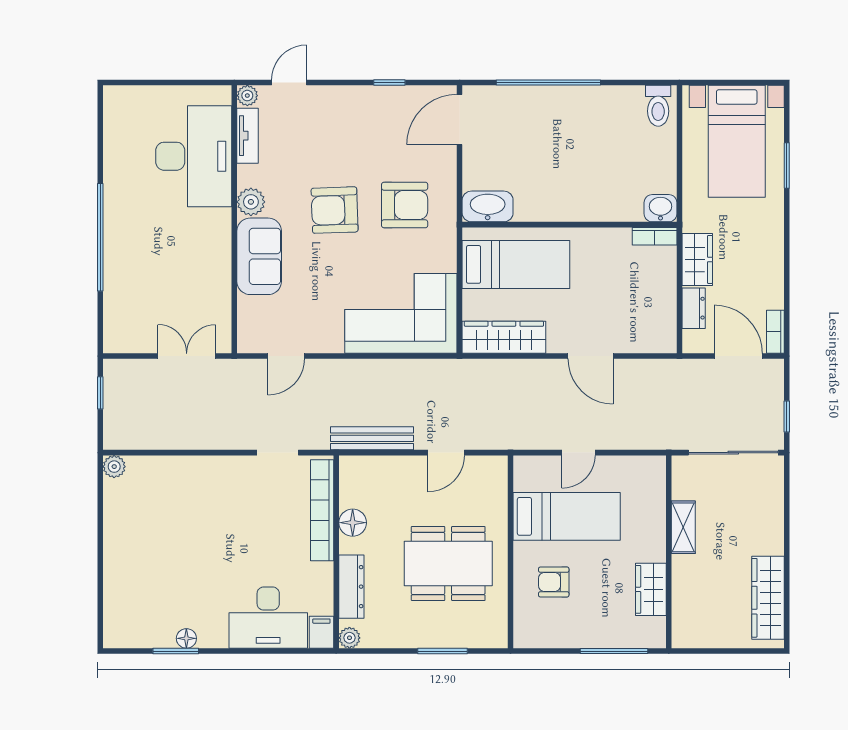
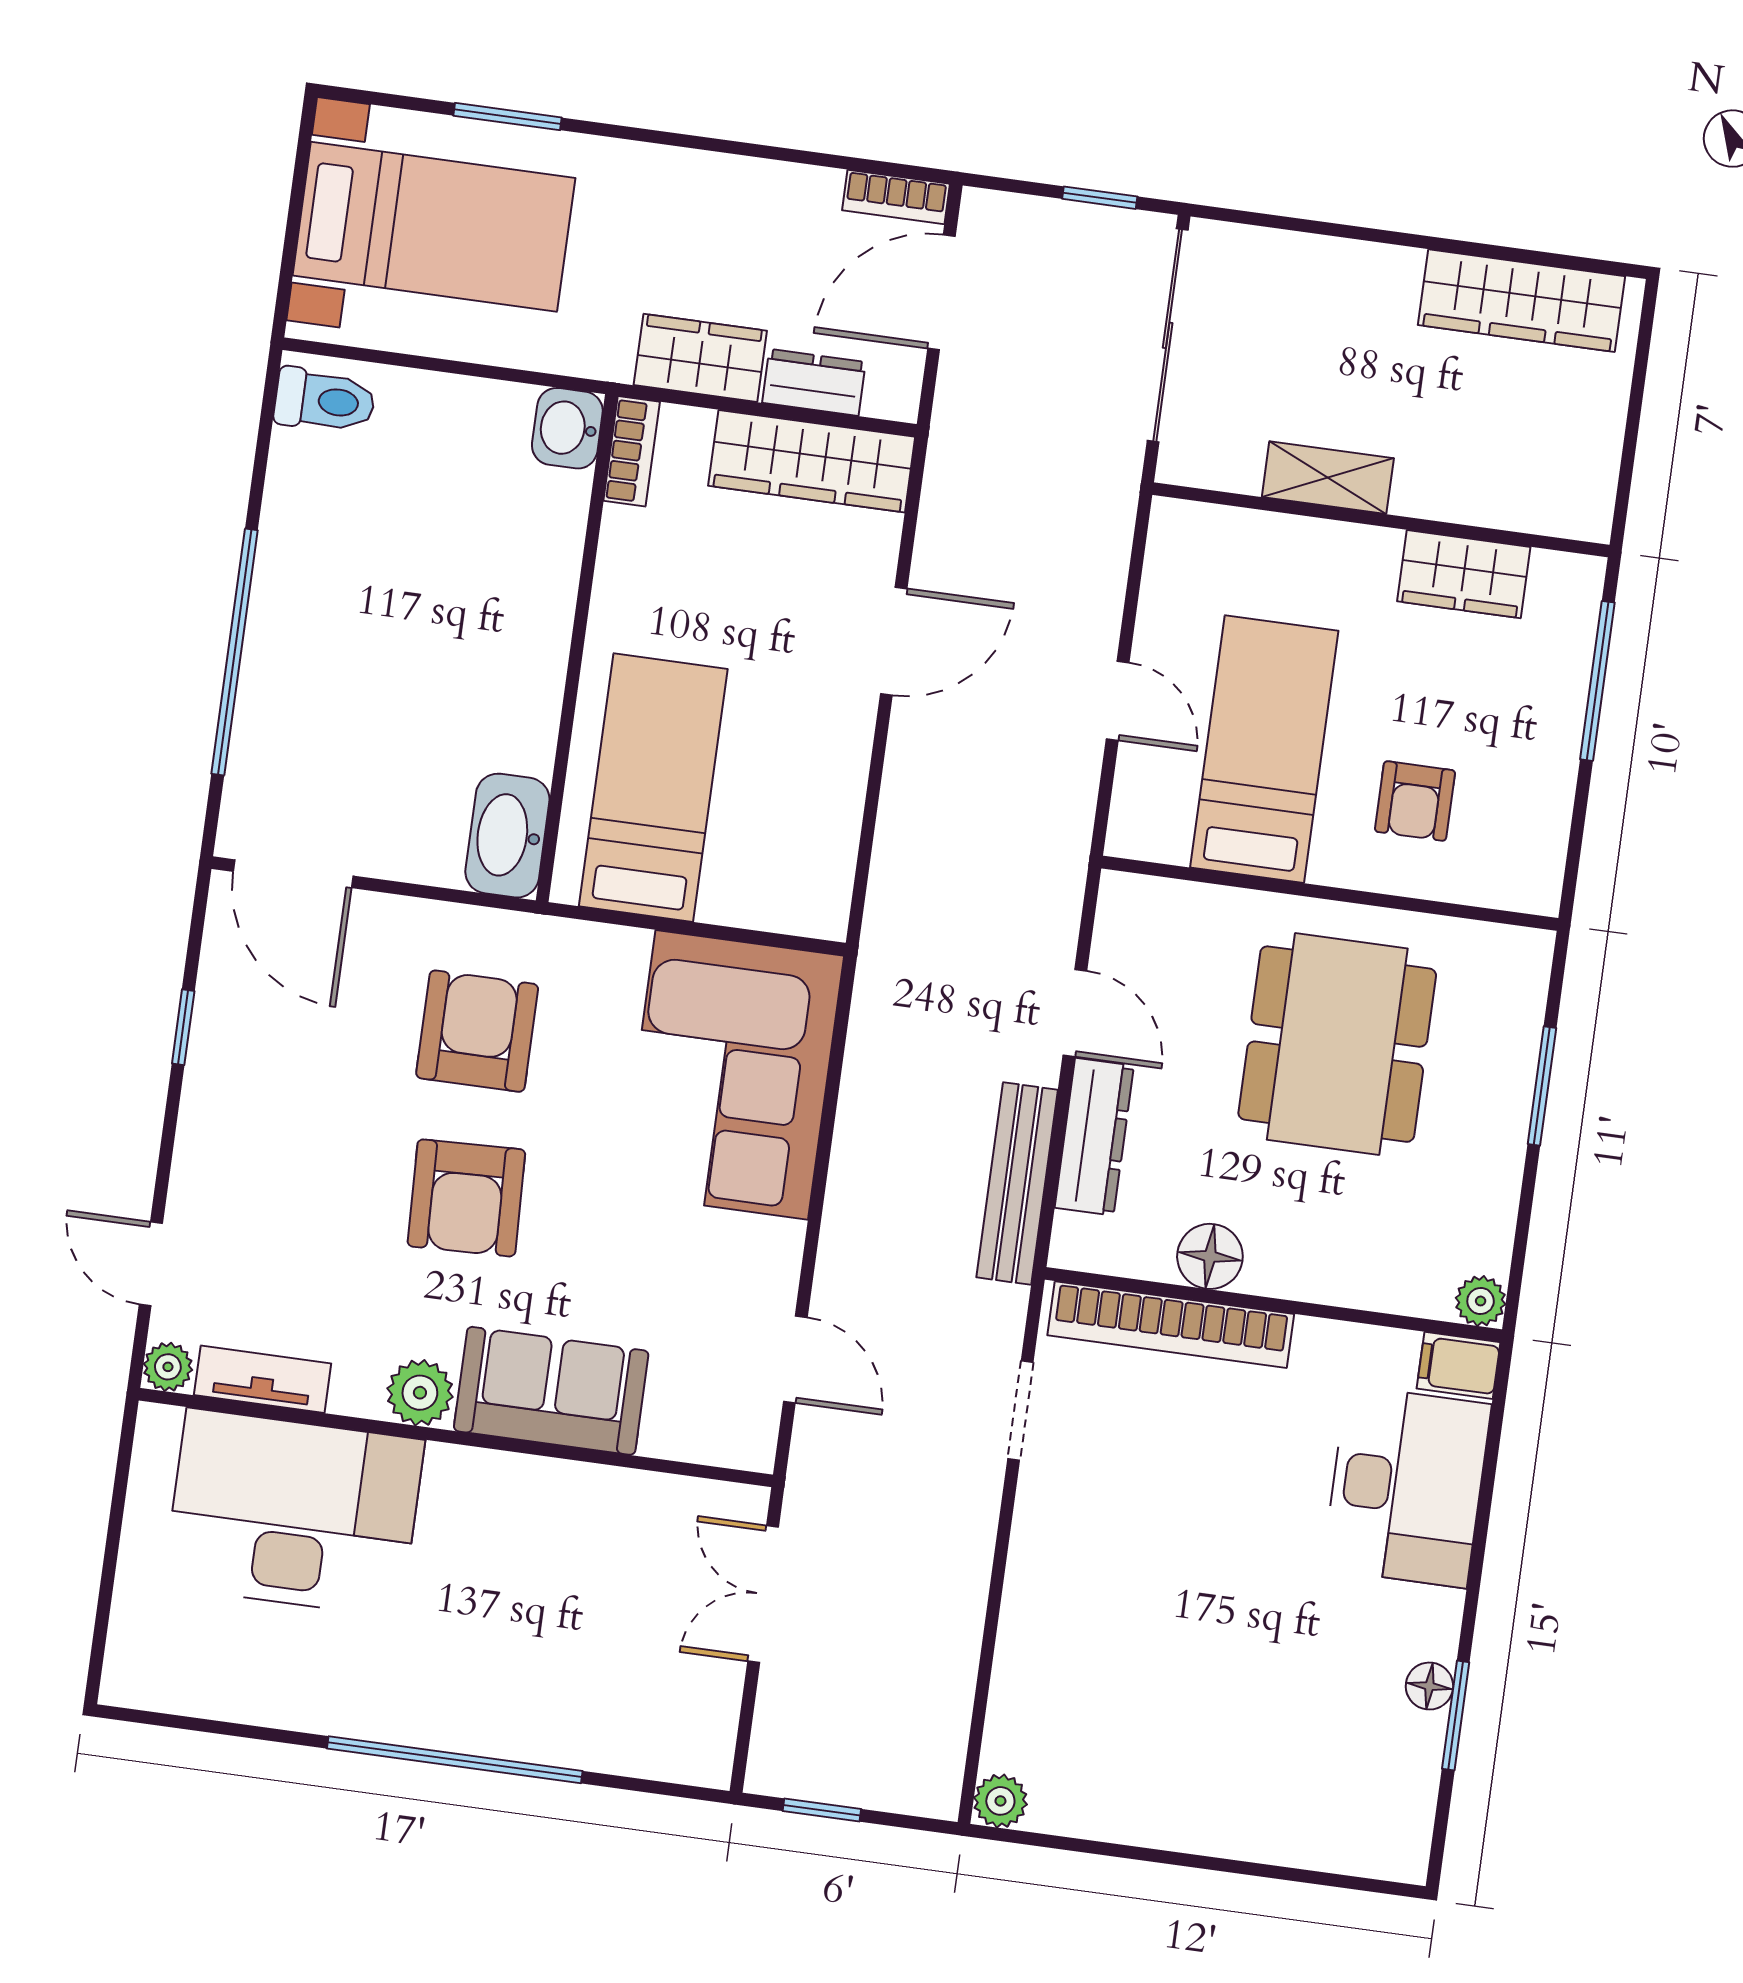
wardrobe: (504, 337) -> (812, 461), moved, turned -90
dresser: (351, 587) -> (1094, 1137), moved, turned 90

